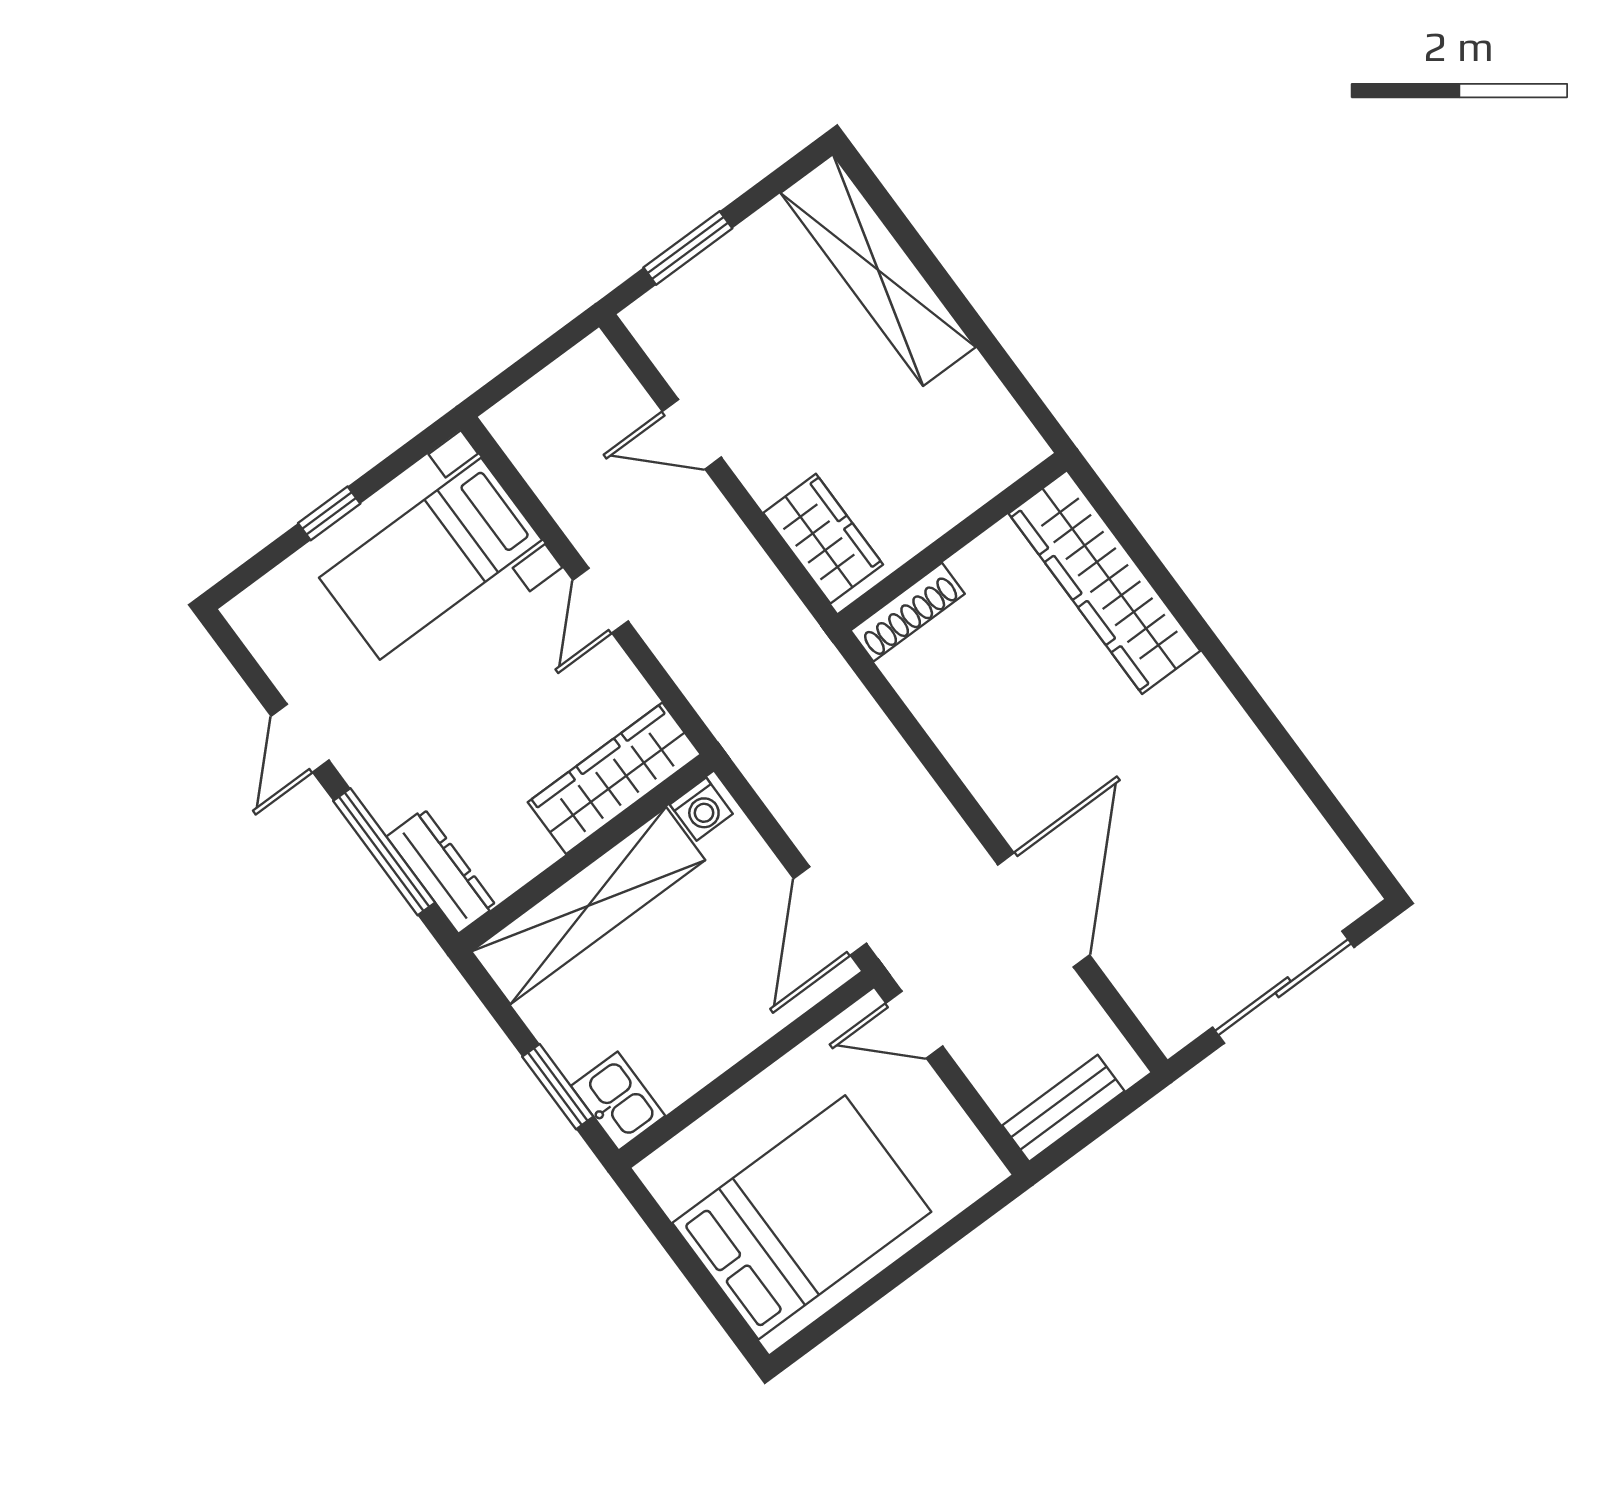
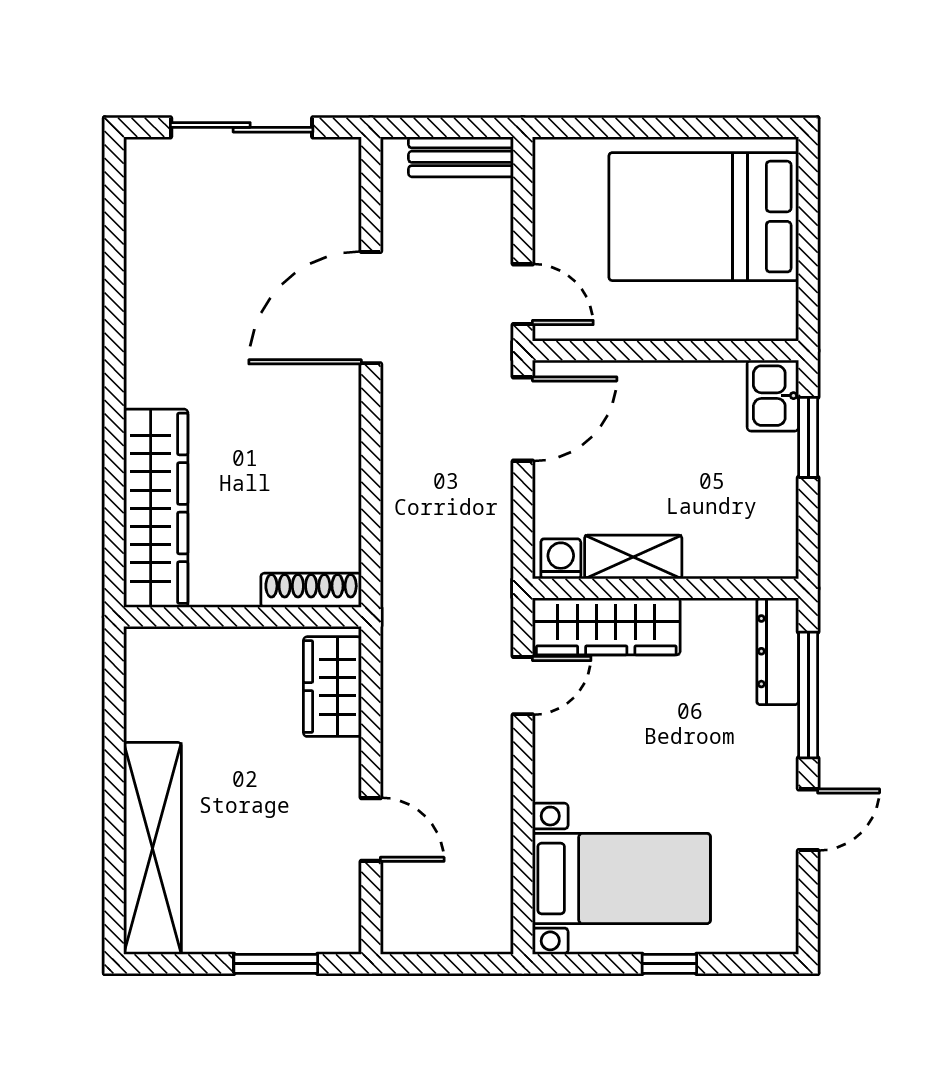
door: (600, 601) -> (523, 686), moved
shelving: (588, 906) -> (633, 557), width x0.45, depth x0.75

